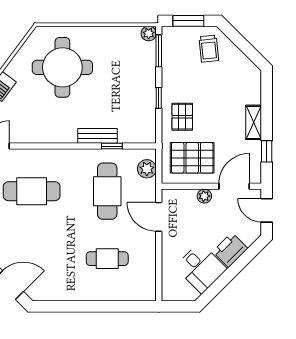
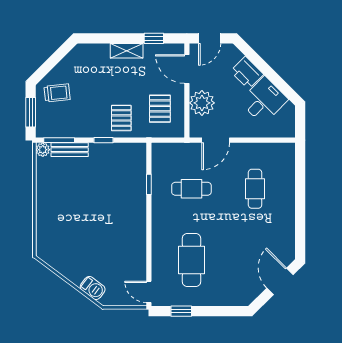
round table: (62, 67) -> (75, 231), removed
pallet: (182, 117) -> (121, 118), turned 90
bench: (98, 136) -> (70, 150), moved, turned 90
pallet: (192, 158) -> (160, 109), width x0.67, depth x0.71
plant: (147, 169) -> (170, 151), removed
cafe table: (107, 191) -> (191, 189), width x0.73, depth x0.74
plant: (204, 196) -> (202, 103), width x1.88, depth x1.88

